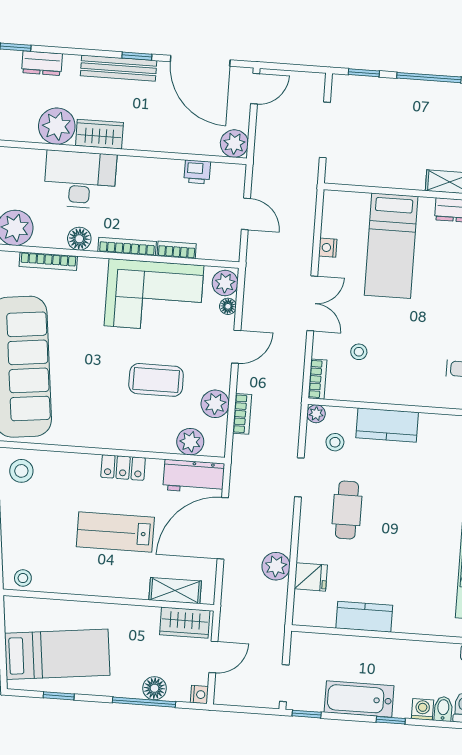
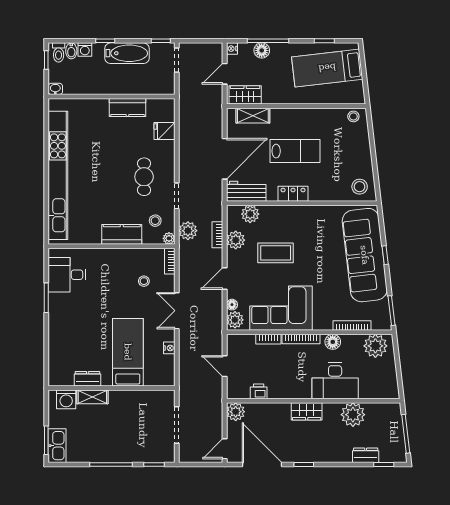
bench: (119, 68) -> (315, 456), removed
wardrobe: (99, 134) -> (307, 411), moved
plant: (276, 566) -> (188, 231), moved

